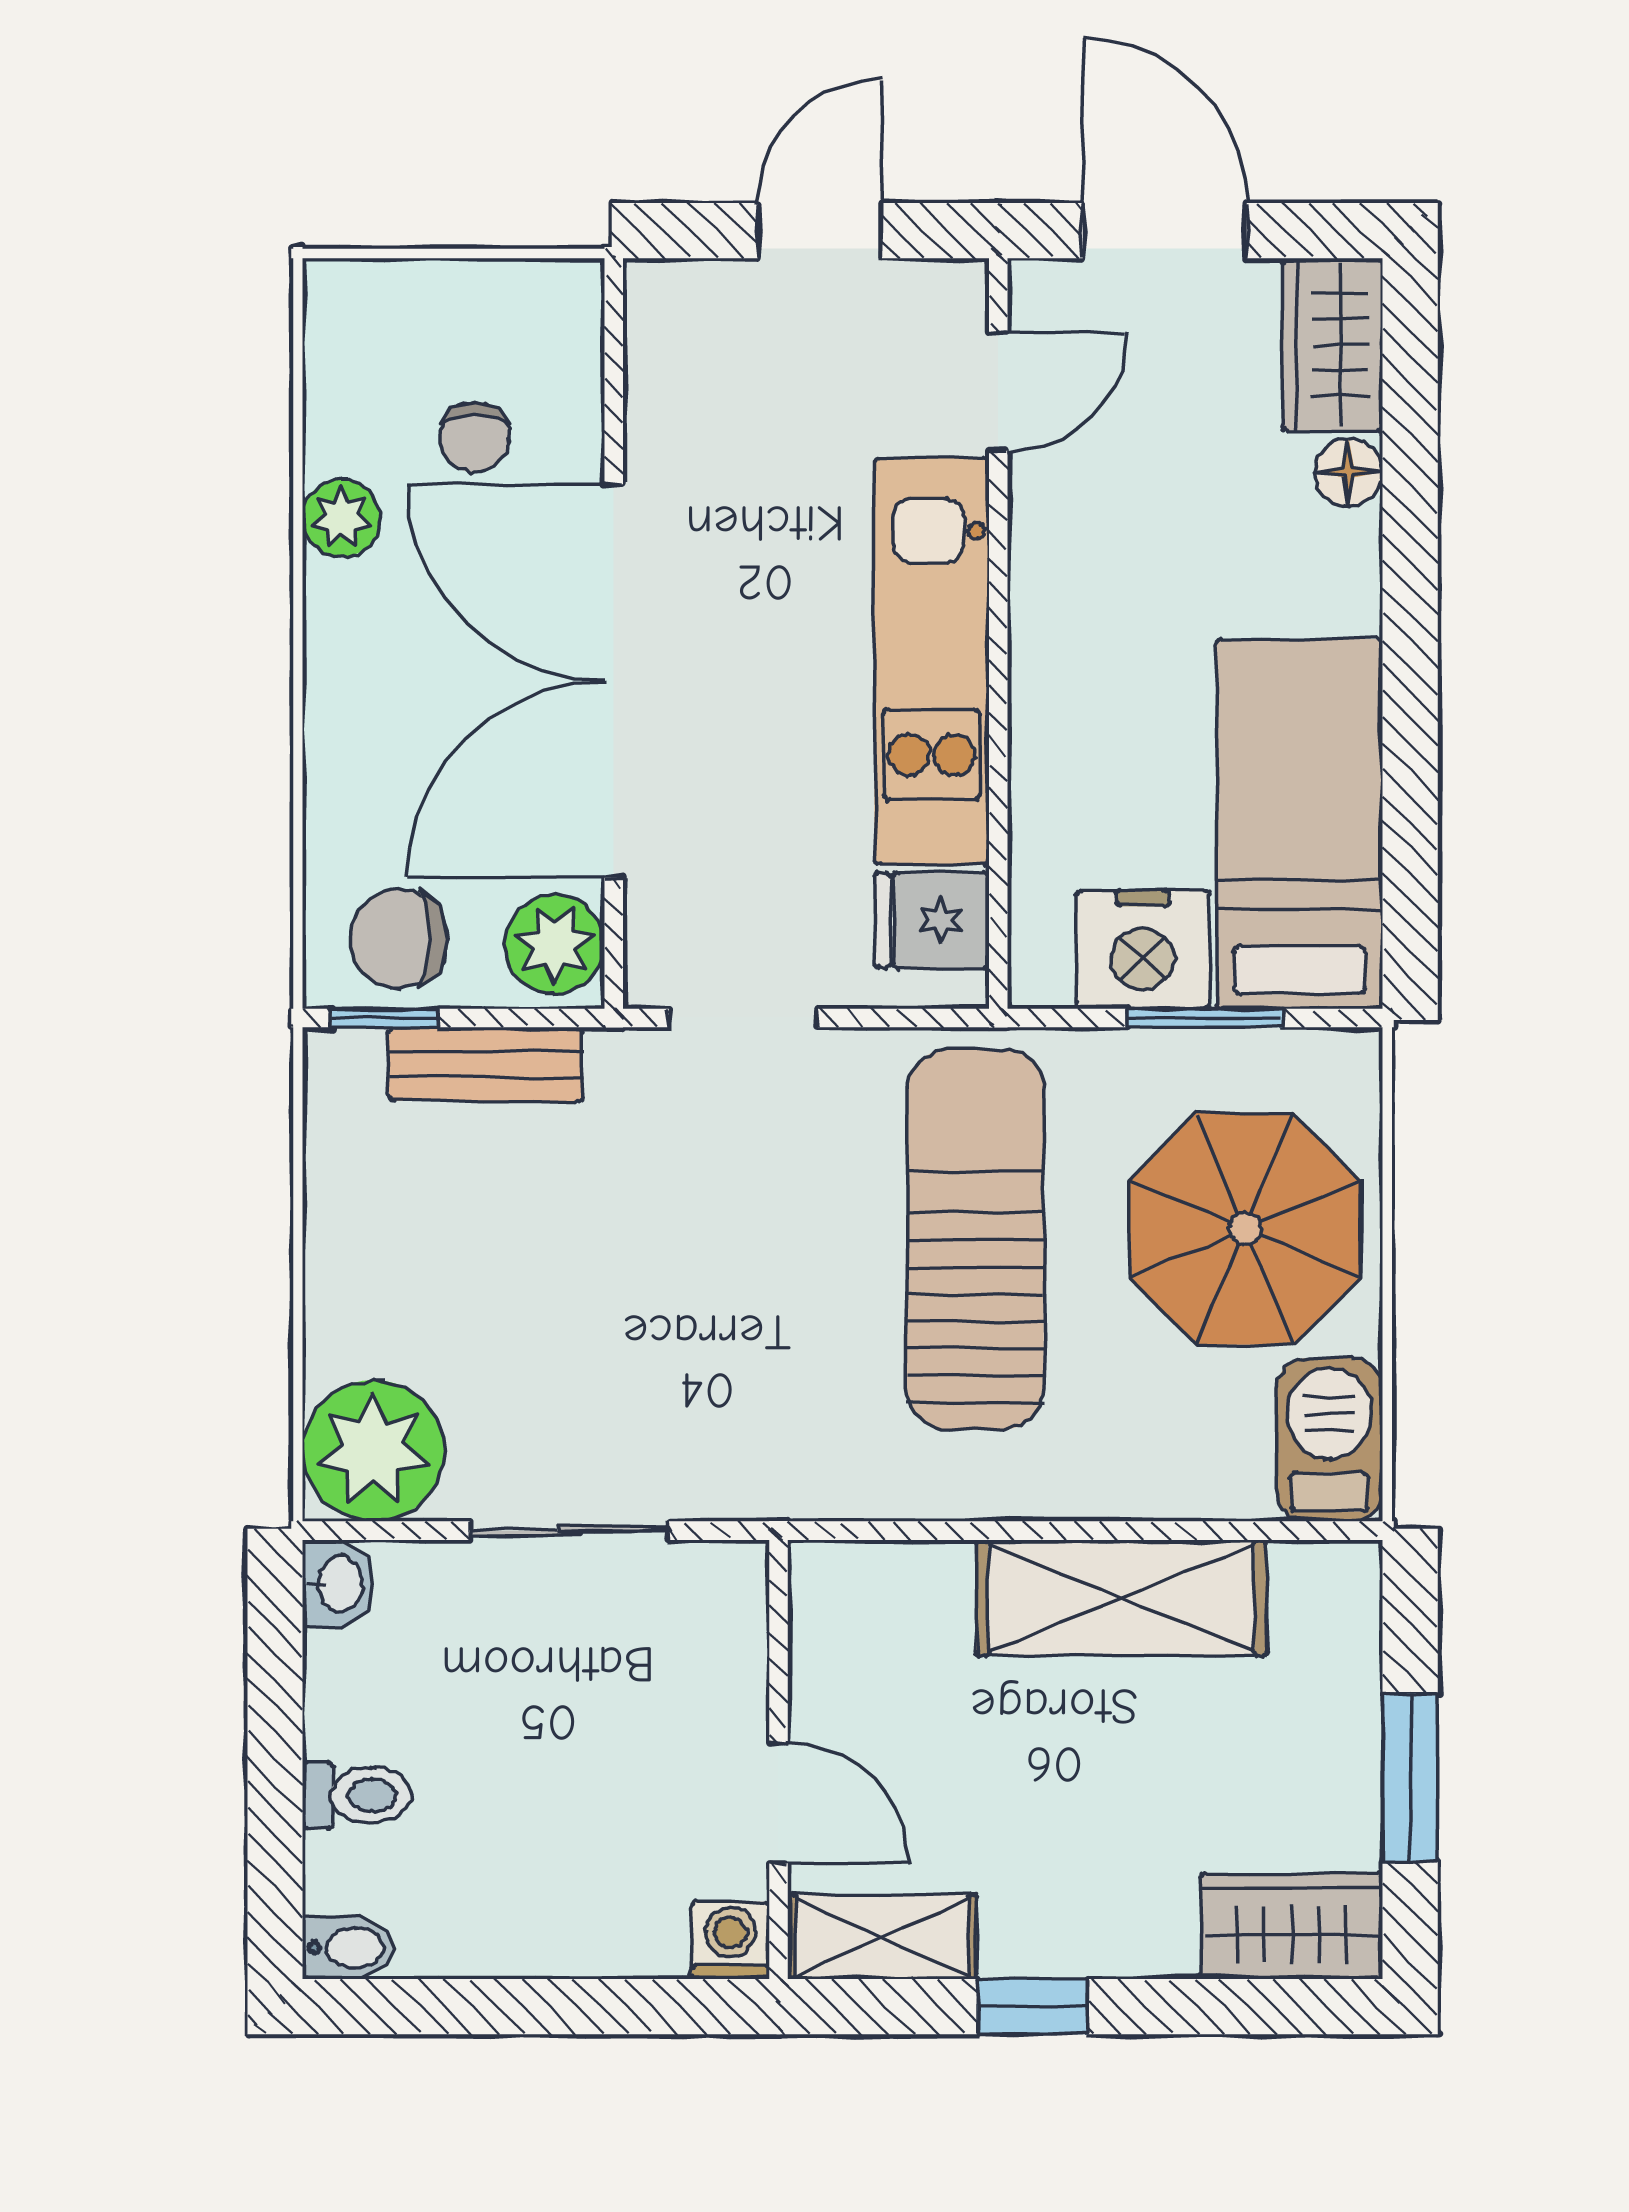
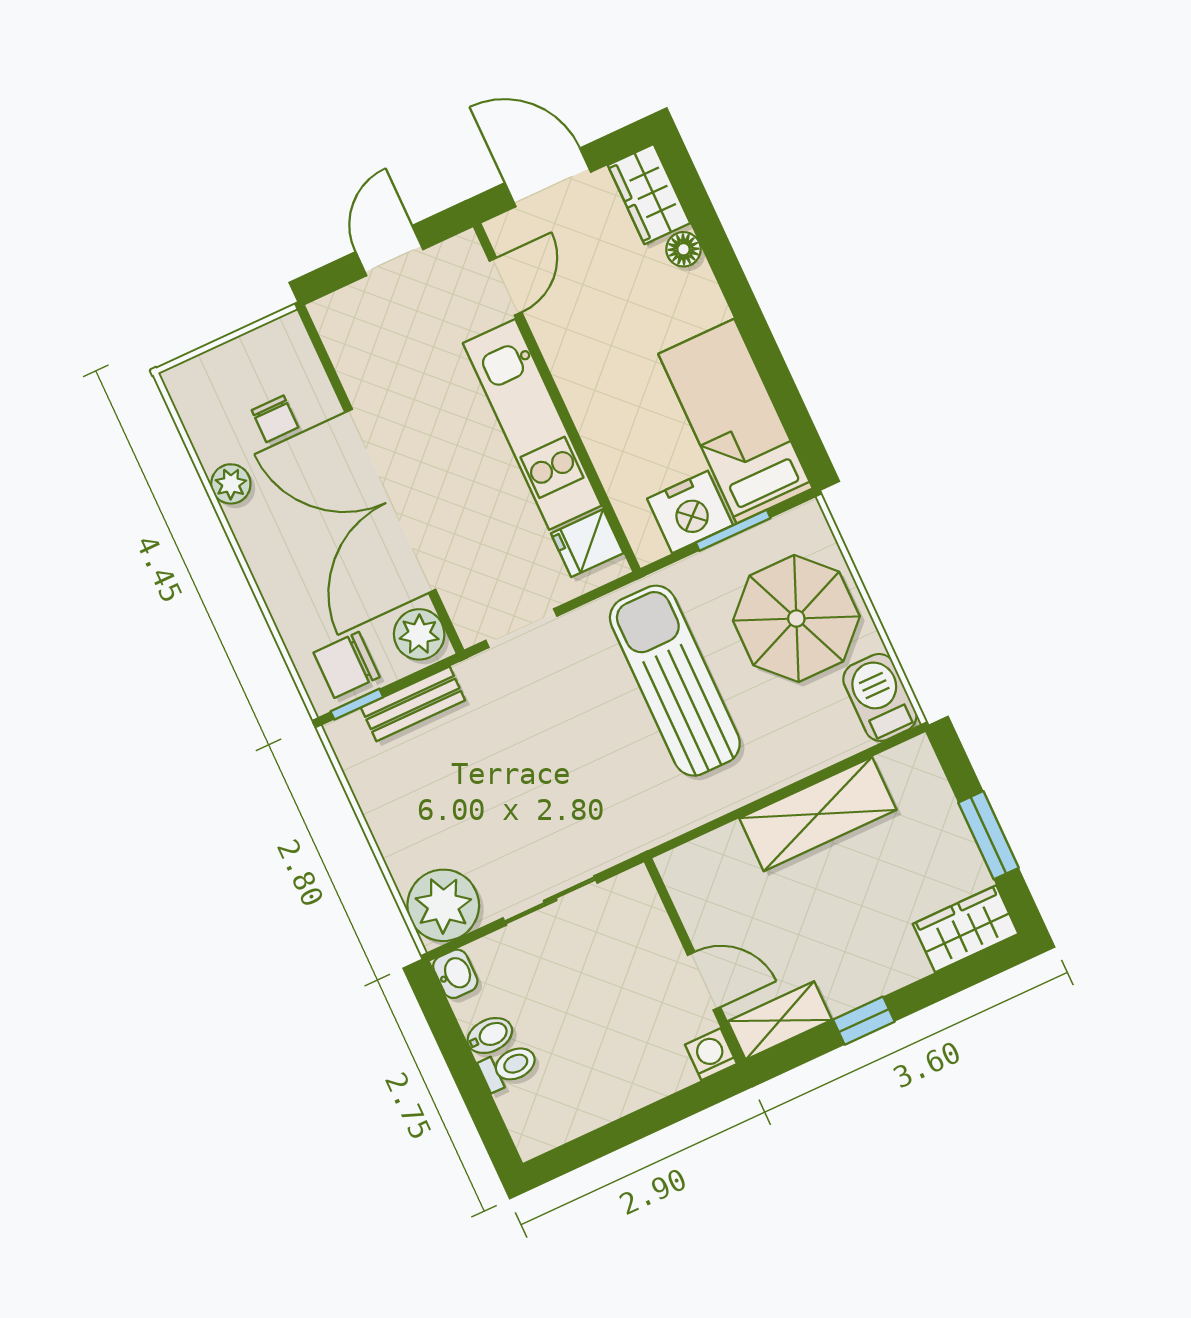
bidet: (349, 1948) -> (490, 1035), moved

